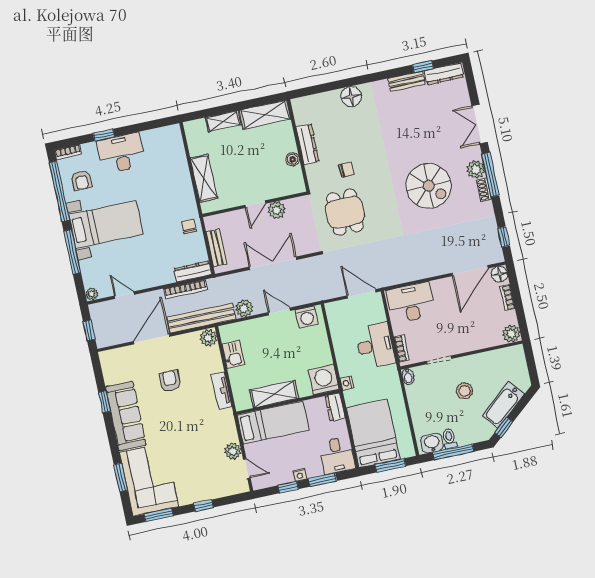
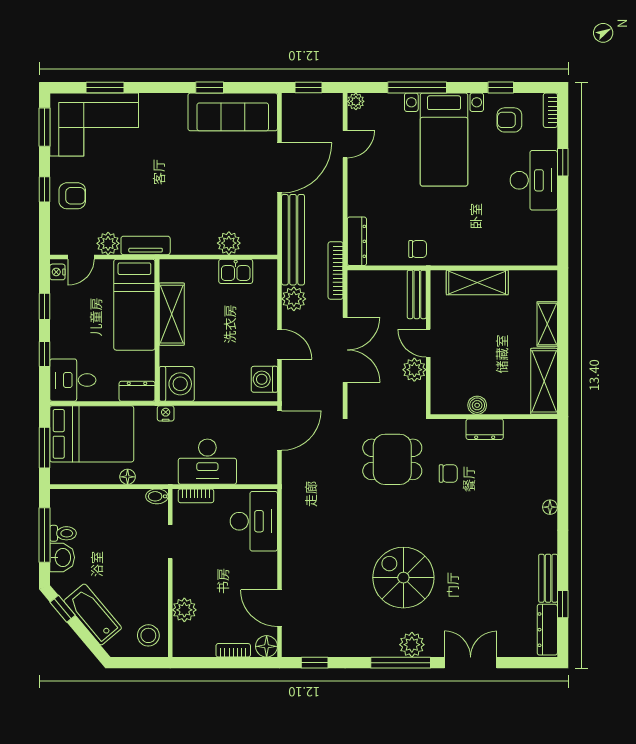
floor lamp: (351, 96) -> (550, 507), width x0.53, depth x0.53
dresser: (307, 144) -> (485, 429), width x0.70
chair: (346, 170) -> (448, 473), turned -88
spiral stairs: (429, 186) -> (403, 578), turned 90
shoe rack: (484, 190) -> (382, 650), removed
window: (59, 191) -> (501, 87), width x0.32
bench: (216, 248) -> (417, 294), moved, turned 90
door: (470, 271) -> (280, 608), width x0.73
bookcase: (185, 289) -> (336, 271), moved
door: (362, 294) -> (280, 431), moved
door: (279, 311) -> (280, 344), hinge flipped
plant: (511, 334) -> (184, 610), moved
plant: (208, 338) -> (229, 243), moved
door: (152, 339) -> (280, 168), hinge flipped
armchair: (170, 381) -> (72, 196), moved
tv unit: (221, 391) -> (146, 245), moved
stool: (465, 391) -> (148, 635), moved
floor lamp: (398, 401) -> (128, 477), added
sofa: (126, 416) -> (233, 112), moved
washbasin: (432, 443) -> (62, 557), moved
nightstand: (300, 475) -> (57, 272), moved
window: (323, 480) -> (44, 354), width x0.67

